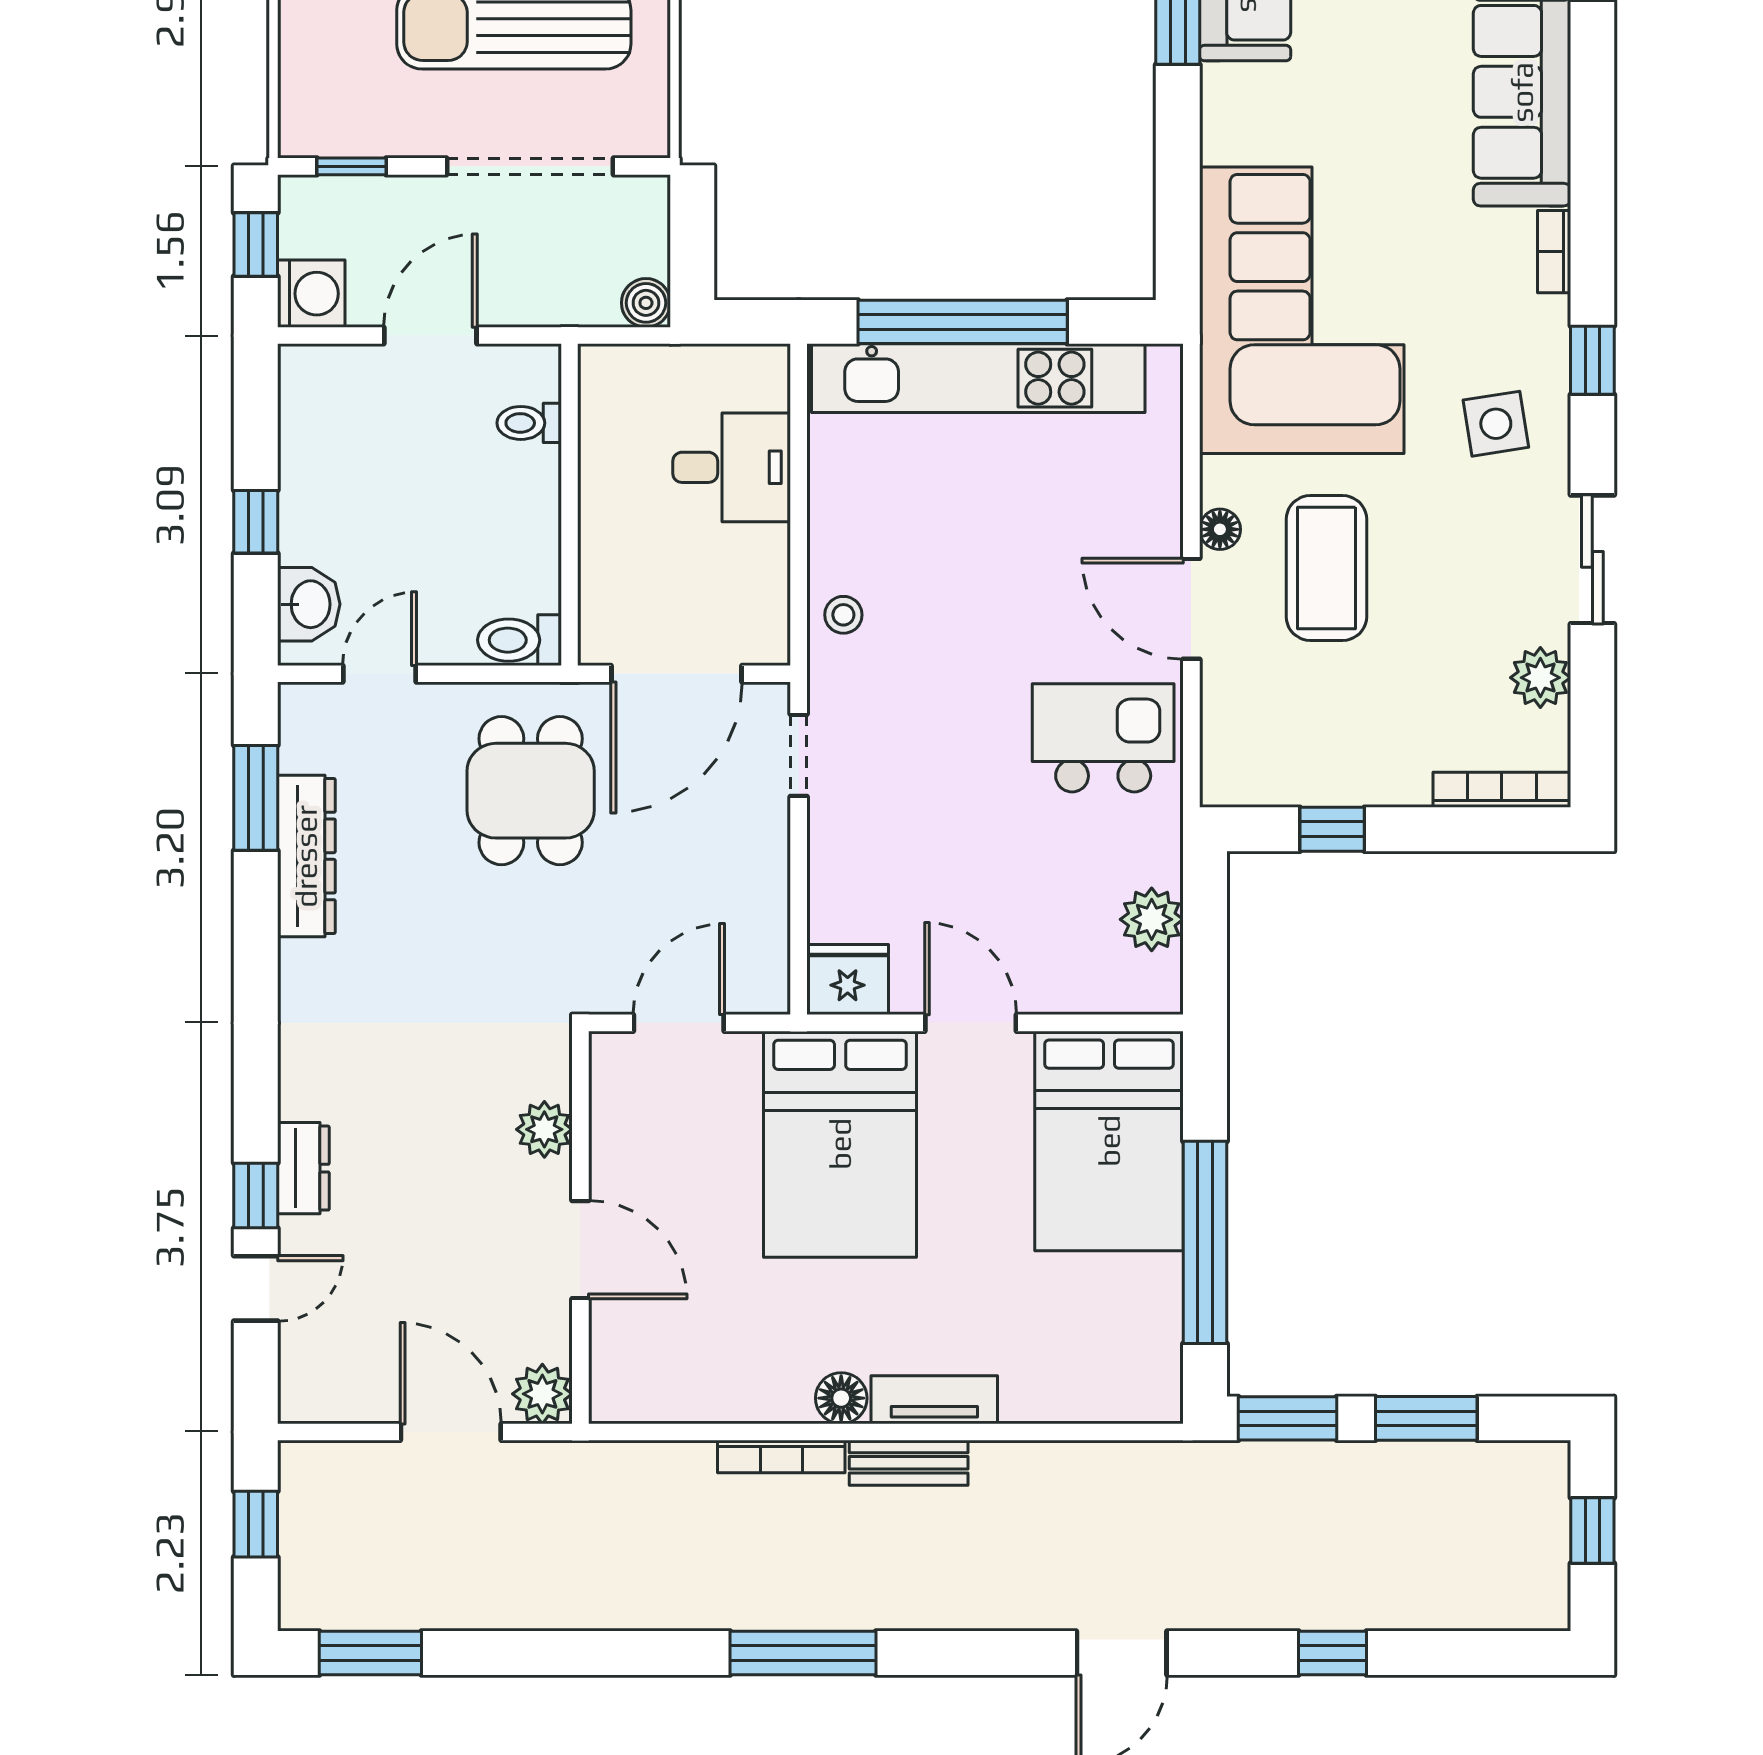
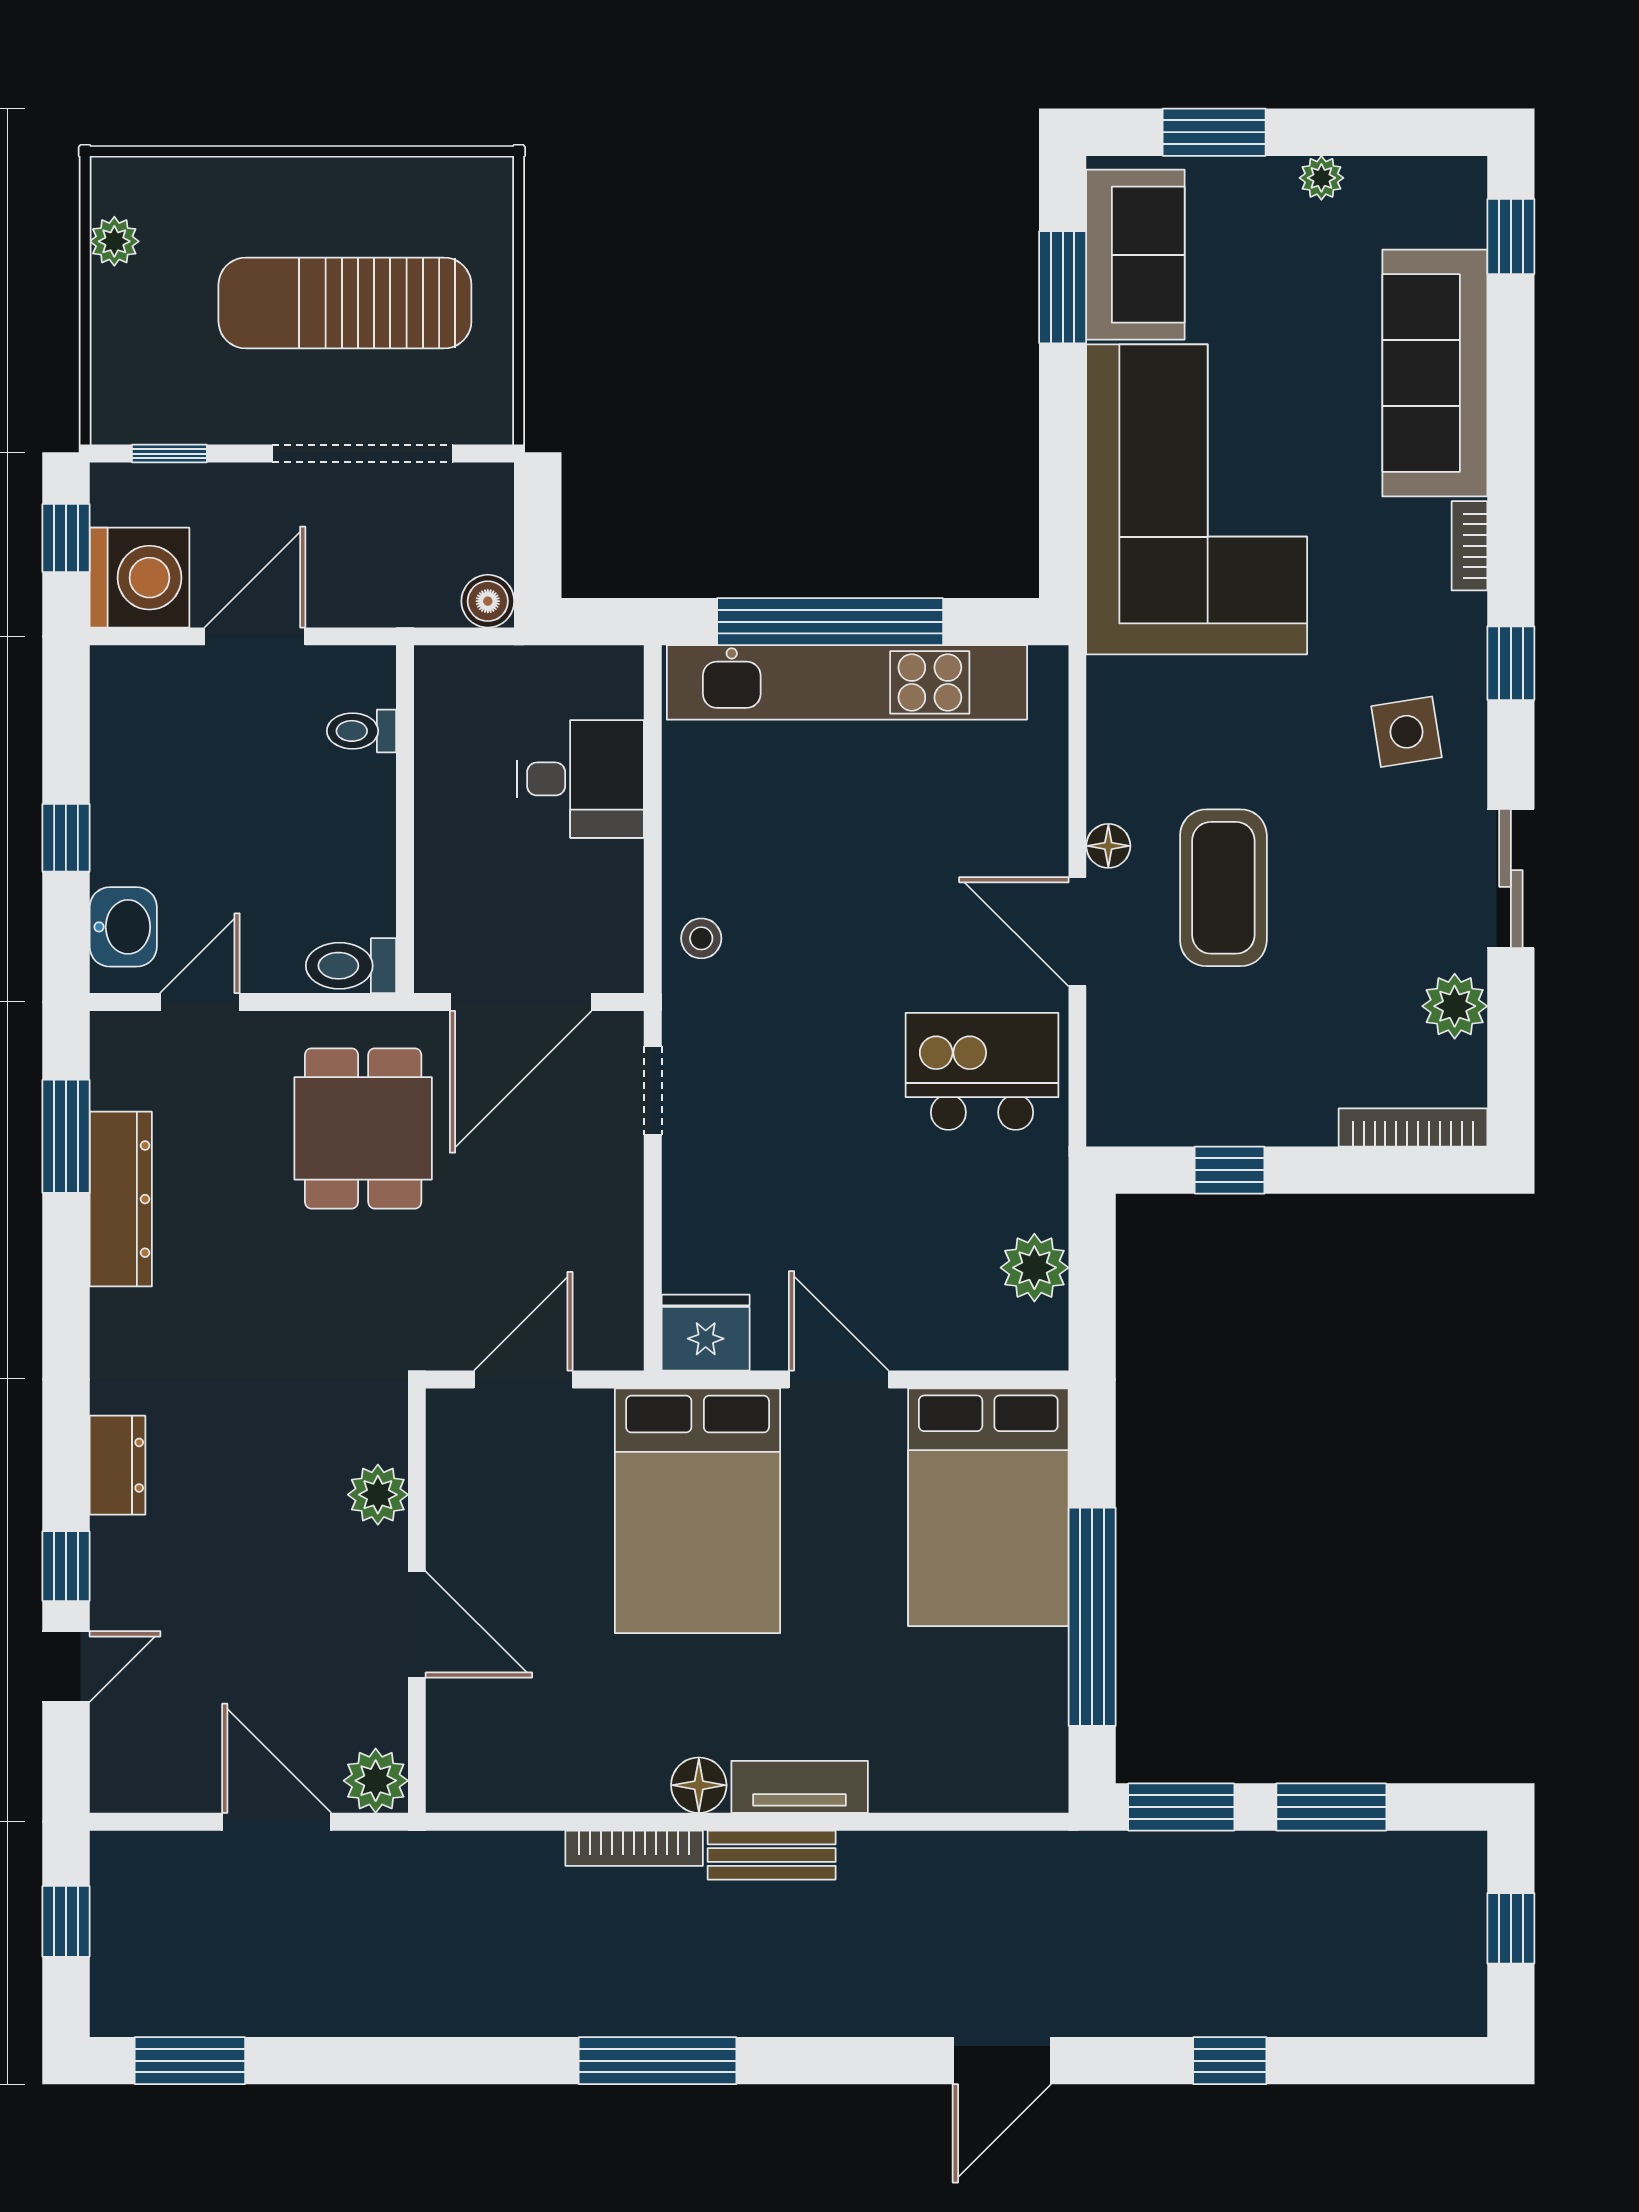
washing machine: (311, 294) -> (140, 578), width x1.37, depth x1.37
corner sofa: (1302, 310) -> (1197, 499), moved
dresser: (303, 1168) -> (117, 1465), moved

